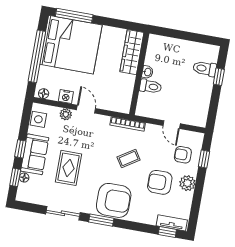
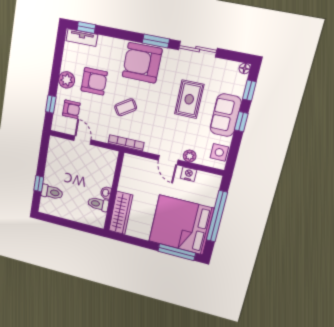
toilet: (151, 86) -> (98, 204), moved
floor lamp: (44, 94) -> (212, 179), removed
floor lamp: (24, 178) -> (245, 68), moved

